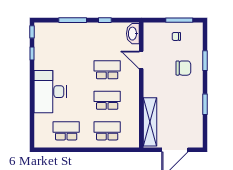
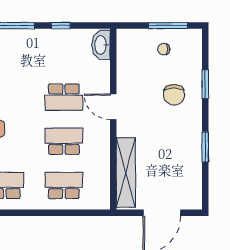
door: (141, 60) -> (113, 107), moved
chair: (183, 68) -> (174, 95), turned 90
school desk: (107, 70) -> (64, 97), turned 180

